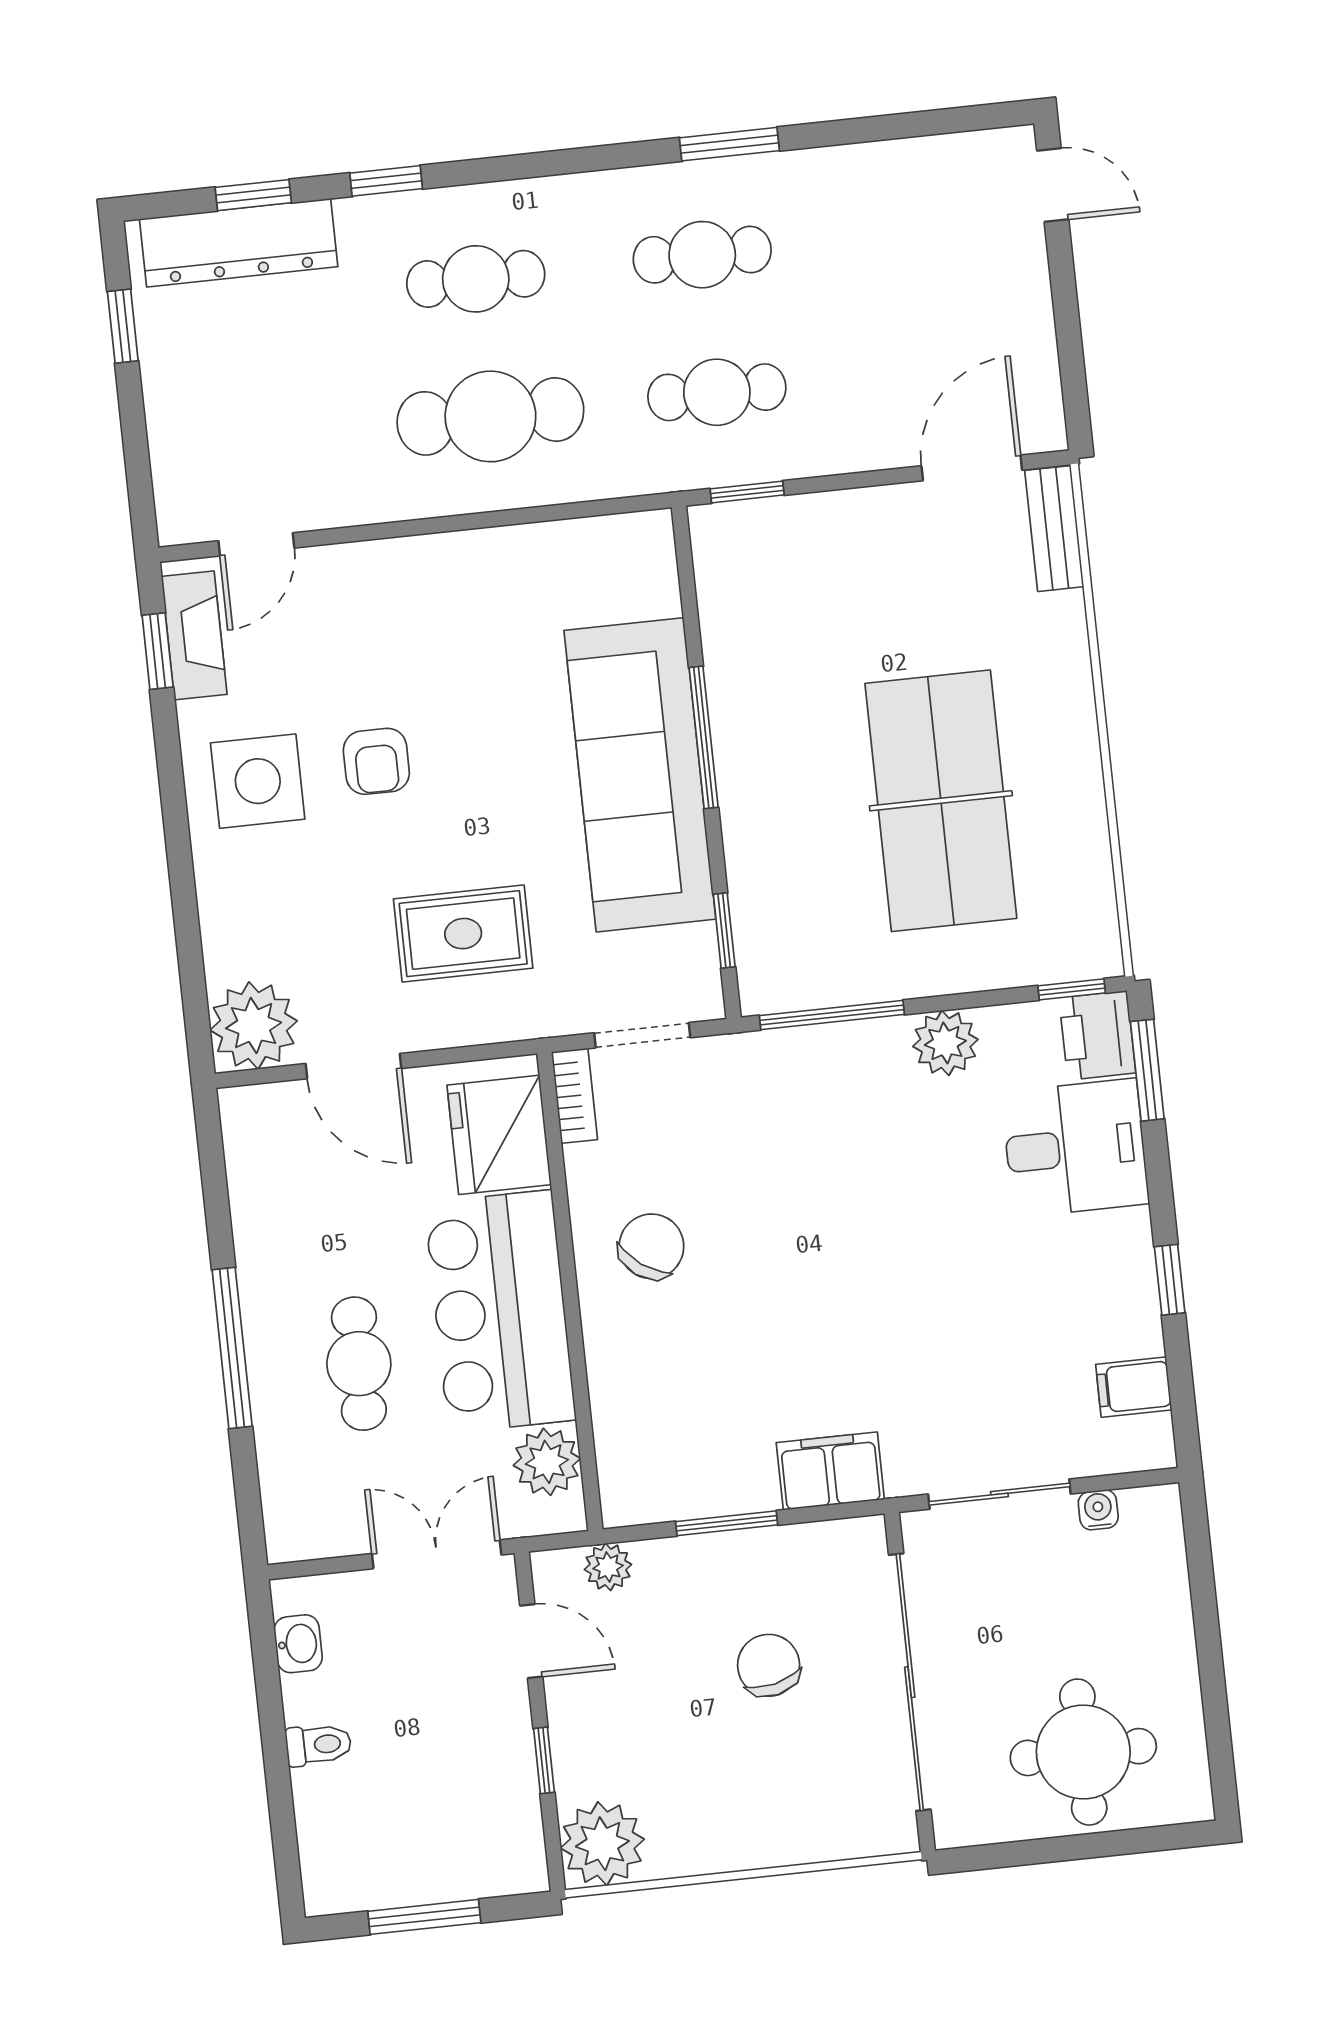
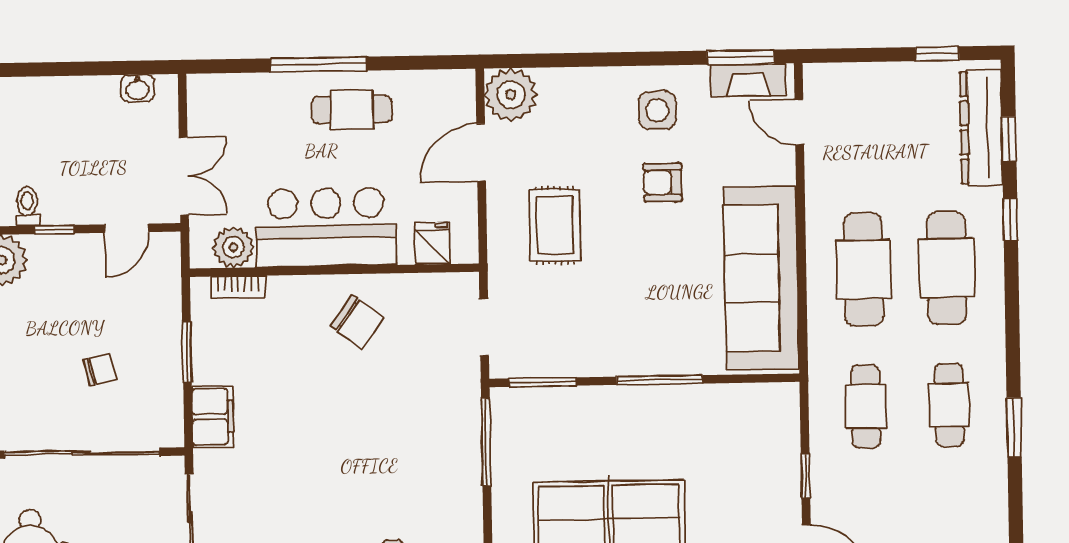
cafe table: (476, 279) -> (947, 268), width x1.37, depth x1.35
window: (747, 492) -> (805, 476), moved
window: (158, 651) -> (741, 57), width x1.50
sofa: (640, 775) -> (762, 278), moved, turned -90
side table: (258, 781) -> (657, 110), width x0.73, depth x0.73
window: (724, 931) -> (543, 382), width x1.50
plant: (945, 1043) -> (463, 509), removed
bookcase: (574, 1096) -> (238, 287), moved
fridge: (499, 1135) -> (432, 243), width x0.53, depth x0.75
cafe table: (359, 1364) -> (352, 110), moved
plant: (608, 1567) -> (167, 278), removed
chair: (769, 1665) -> (99, 369), width x0.73, depth x0.73
toilet: (318, 1745) -> (27, 206), moved, turned 180

